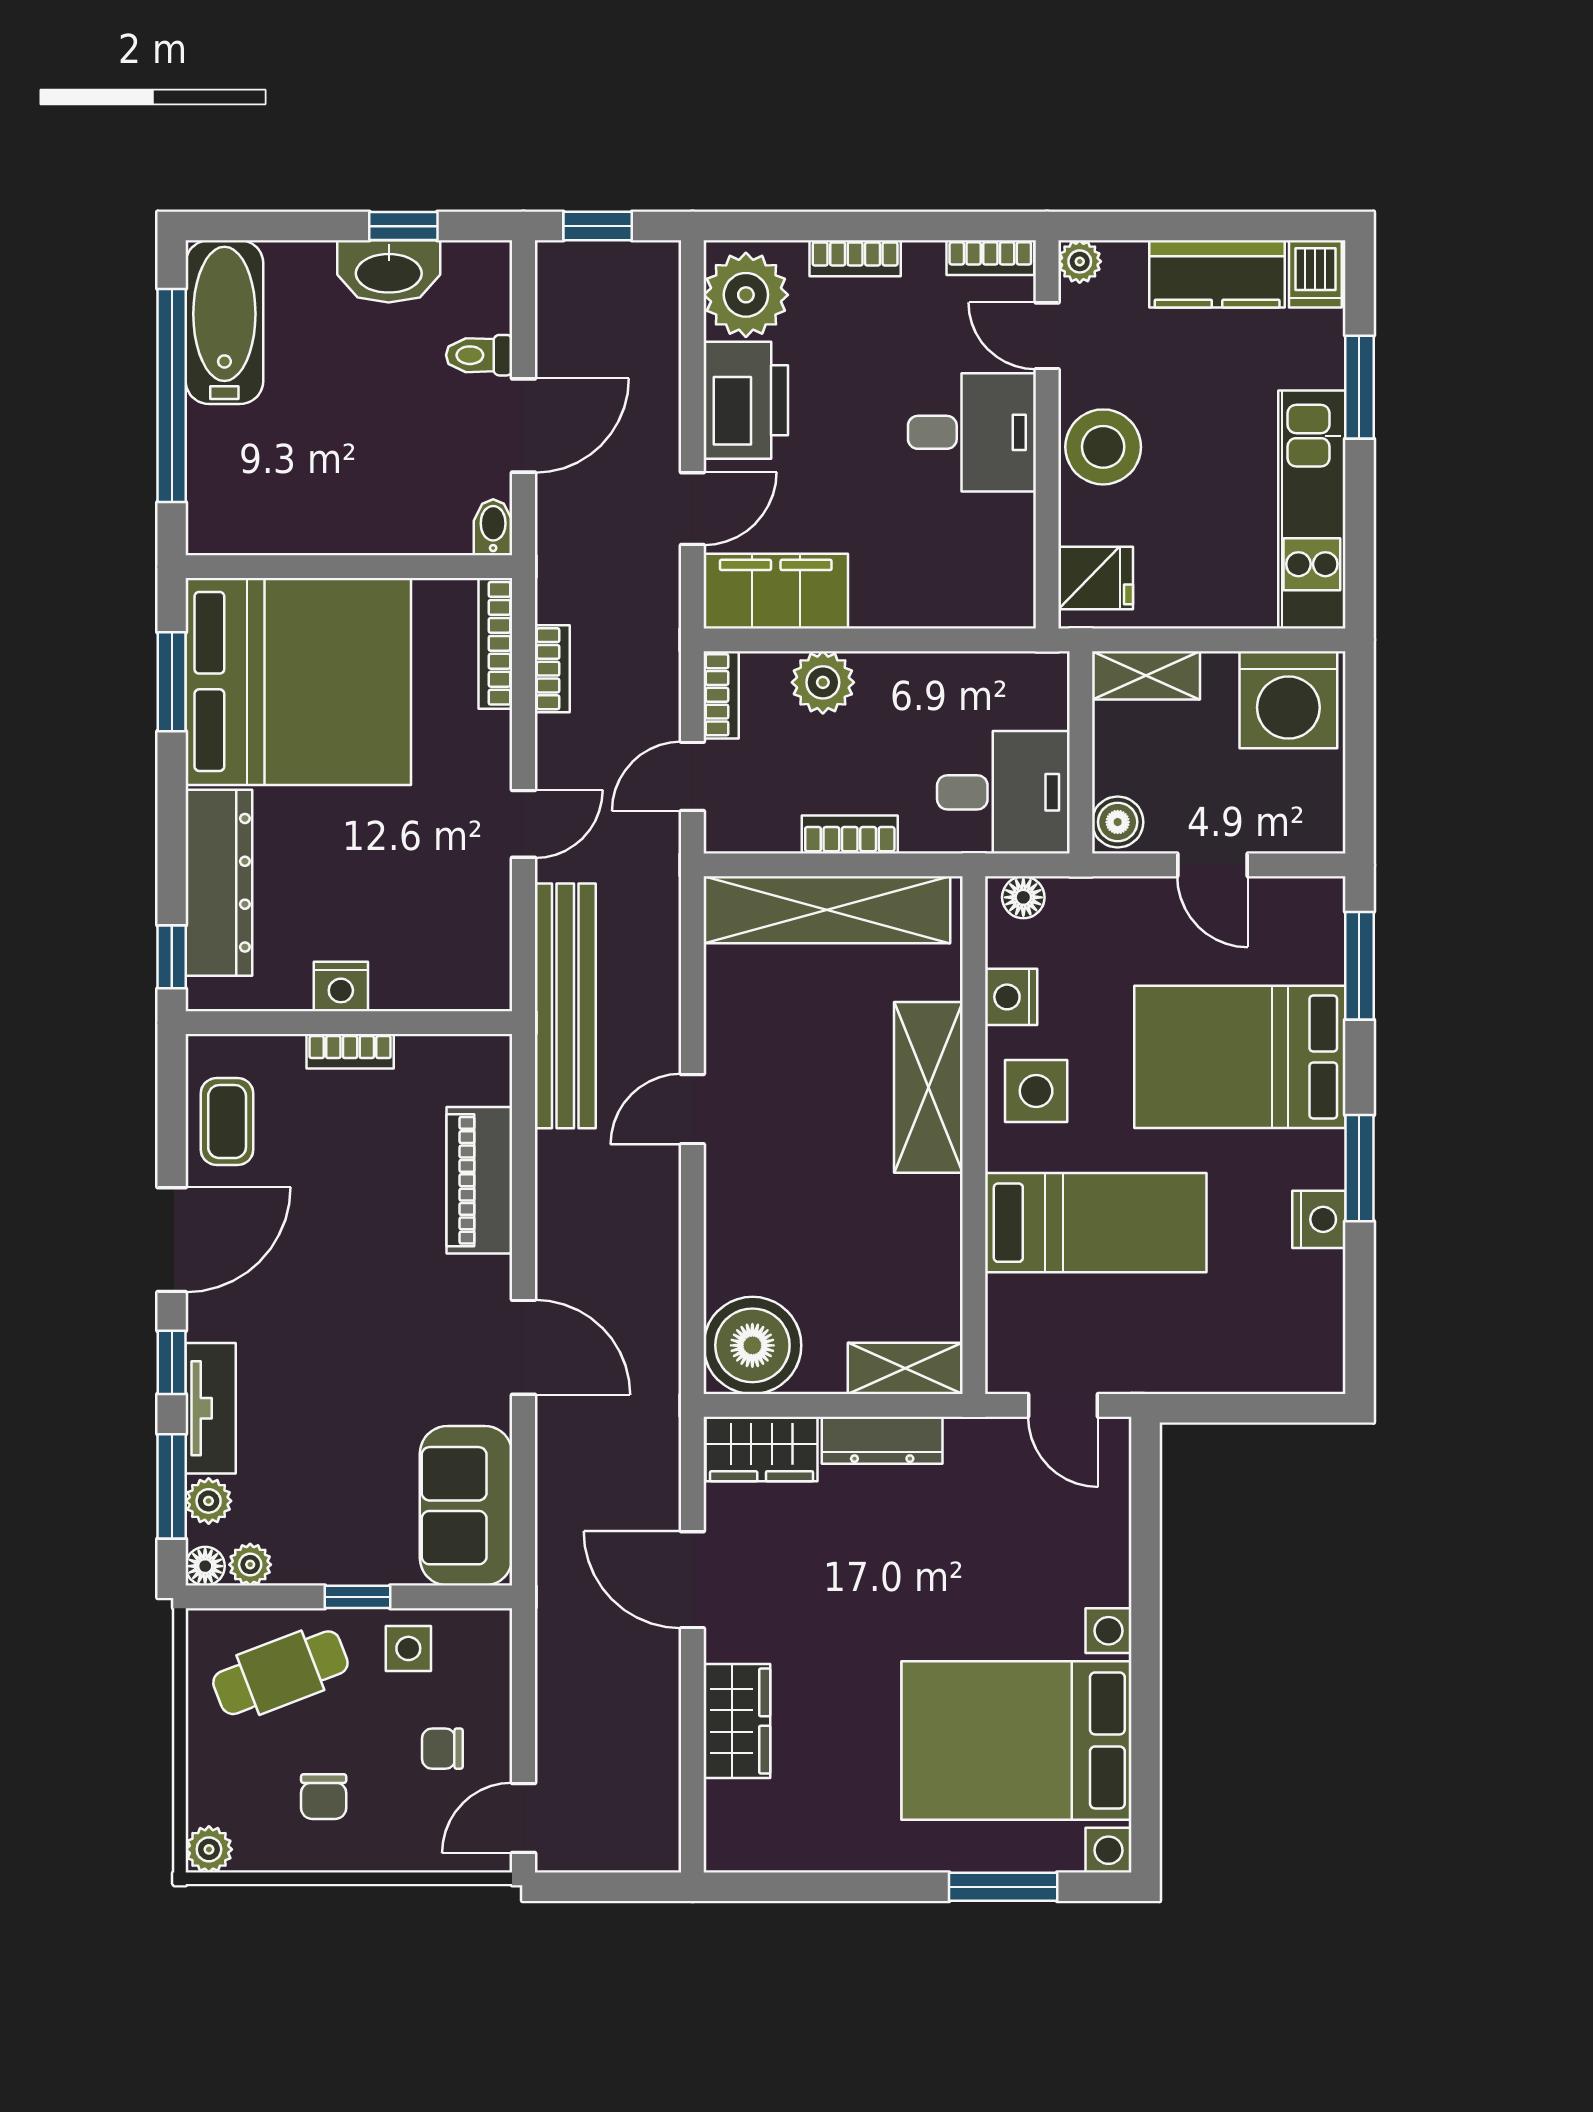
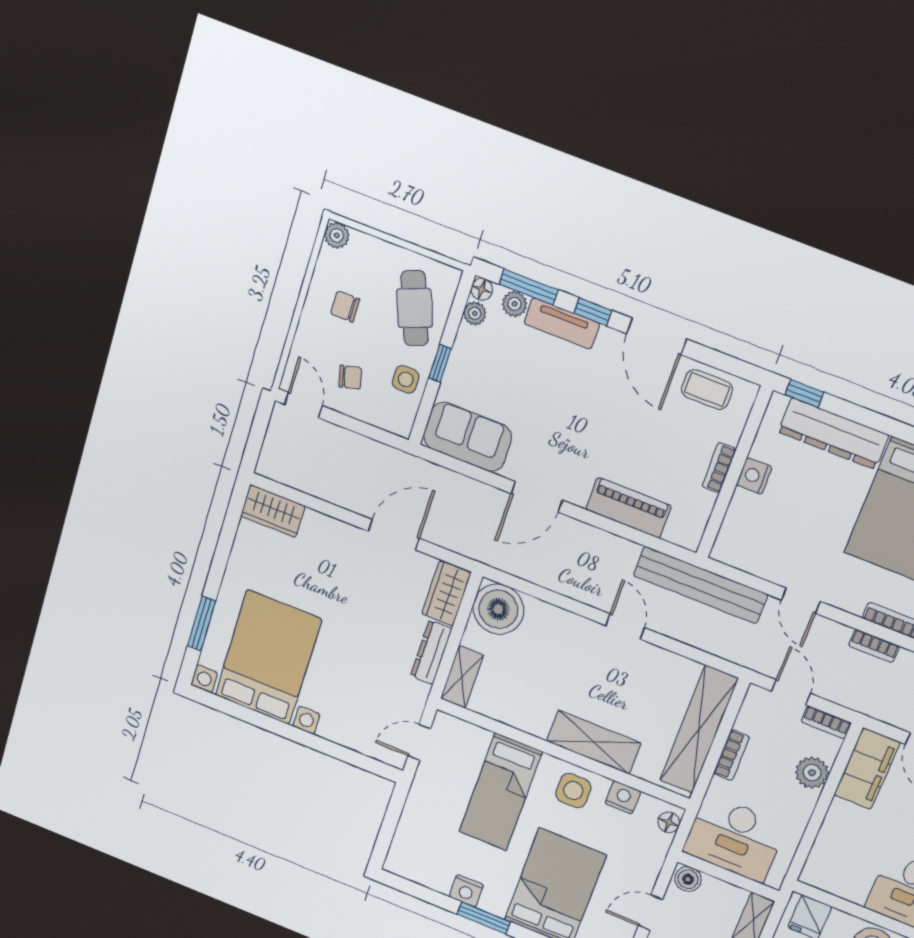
desk: (1003, 792) -> (734, 838), width x1.37
wardrobe: (737, 1721) -> (273, 511), moved
chair: (442, 1749) -> (350, 377), turned 76

